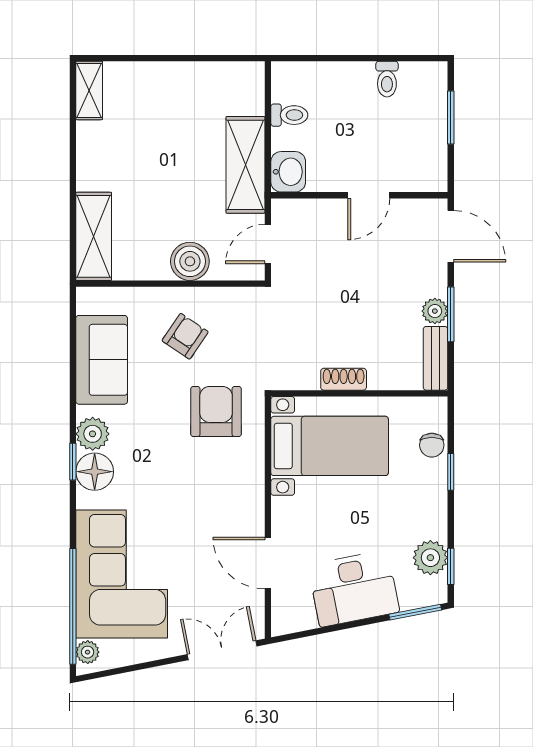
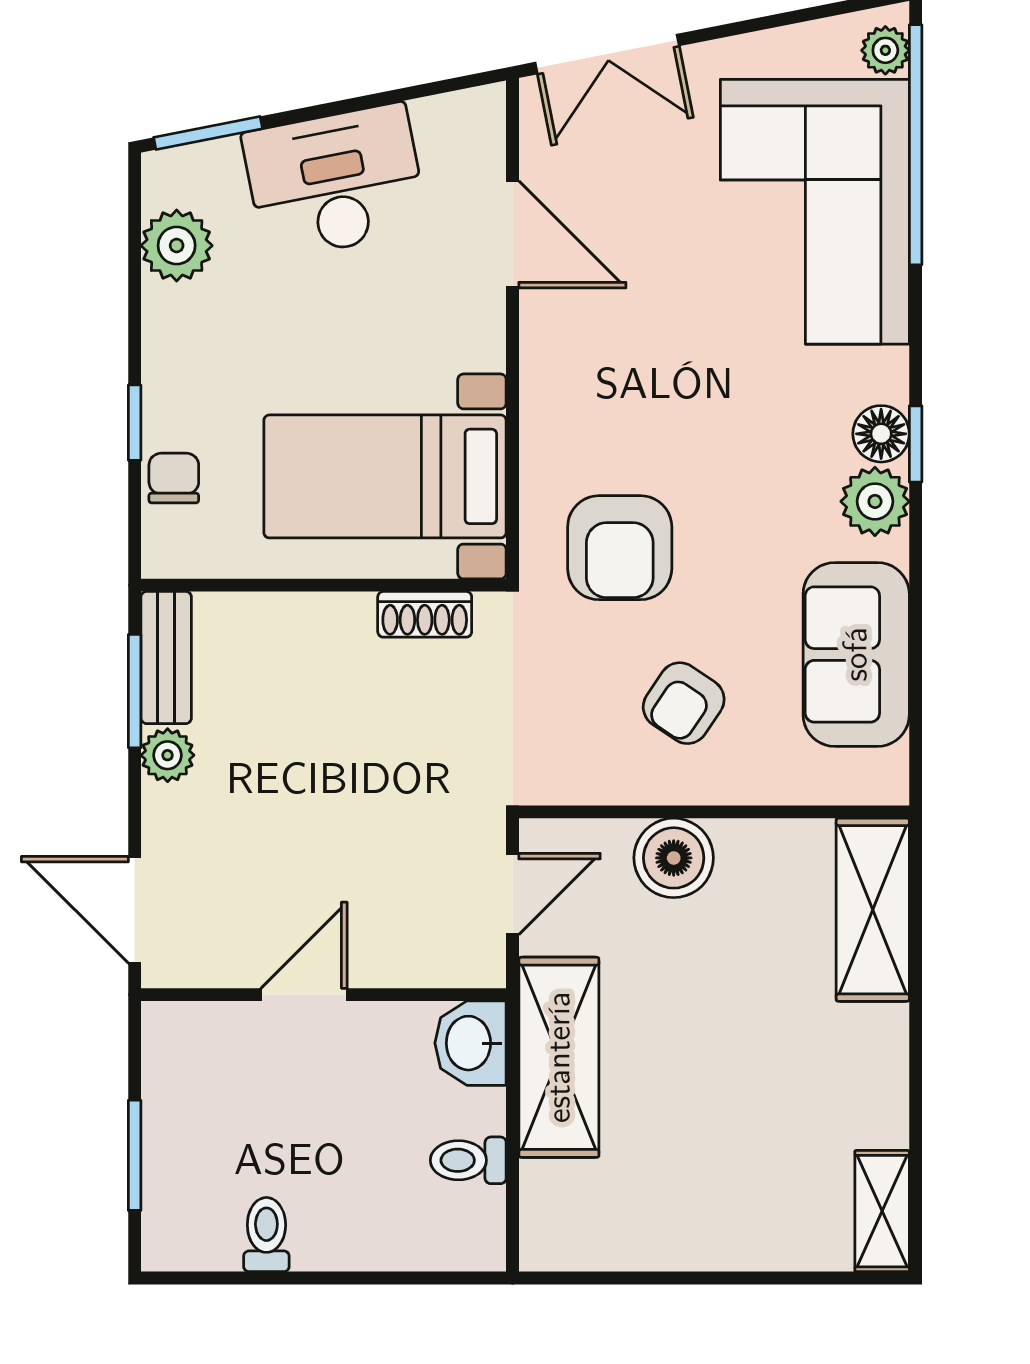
window: (451, 314) -> (135, 691), moved
shoe rack: (344, 379) -> (425, 614), moved
floor lamp: (95, 472) -> (881, 434), width x0.73, depth x0.73
window: (451, 566) -> (135, 228), removed

